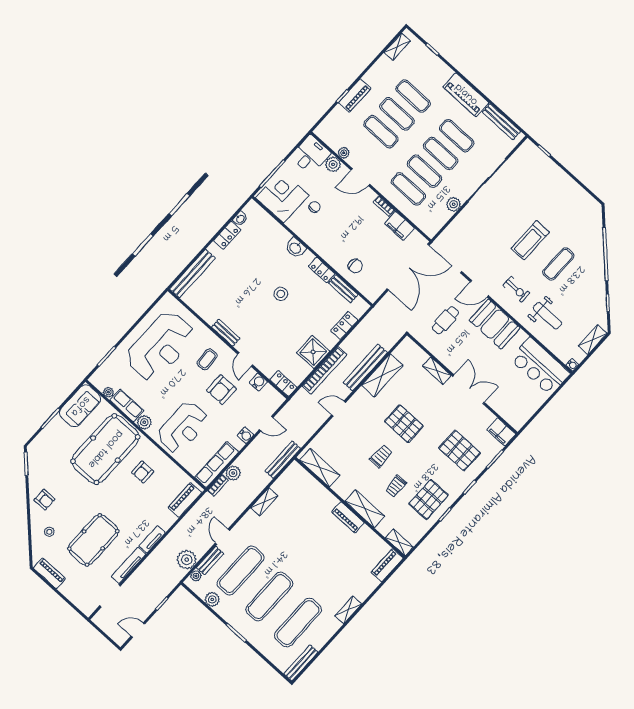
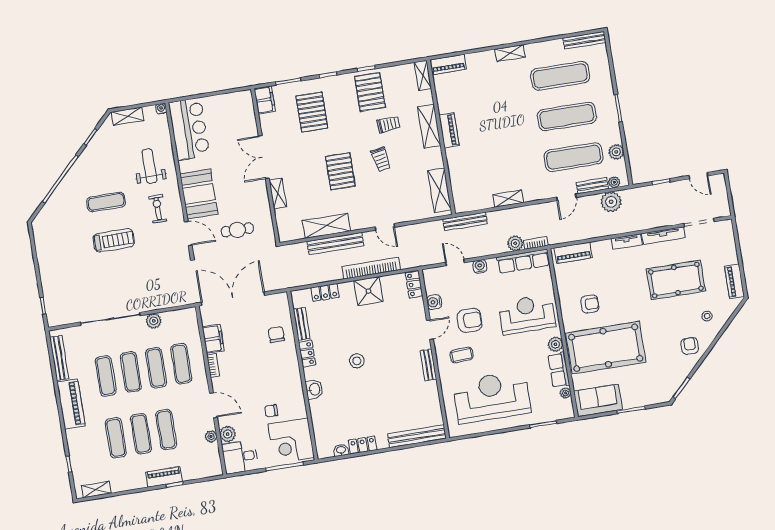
trolley: (381, 456) -> (381, 159), turned -100
pallet: (429, 499) -> (370, 92), turned 90

